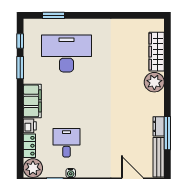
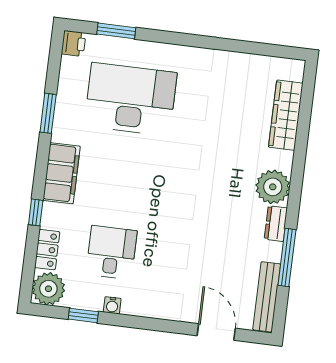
window: (20, 41) -> (36, 212), moved
plant: (154, 82) -> (273, 187), moved
printer: (30, 126) -> (74, 43), moved
dresser: (159, 126) -> (276, 224), moved

